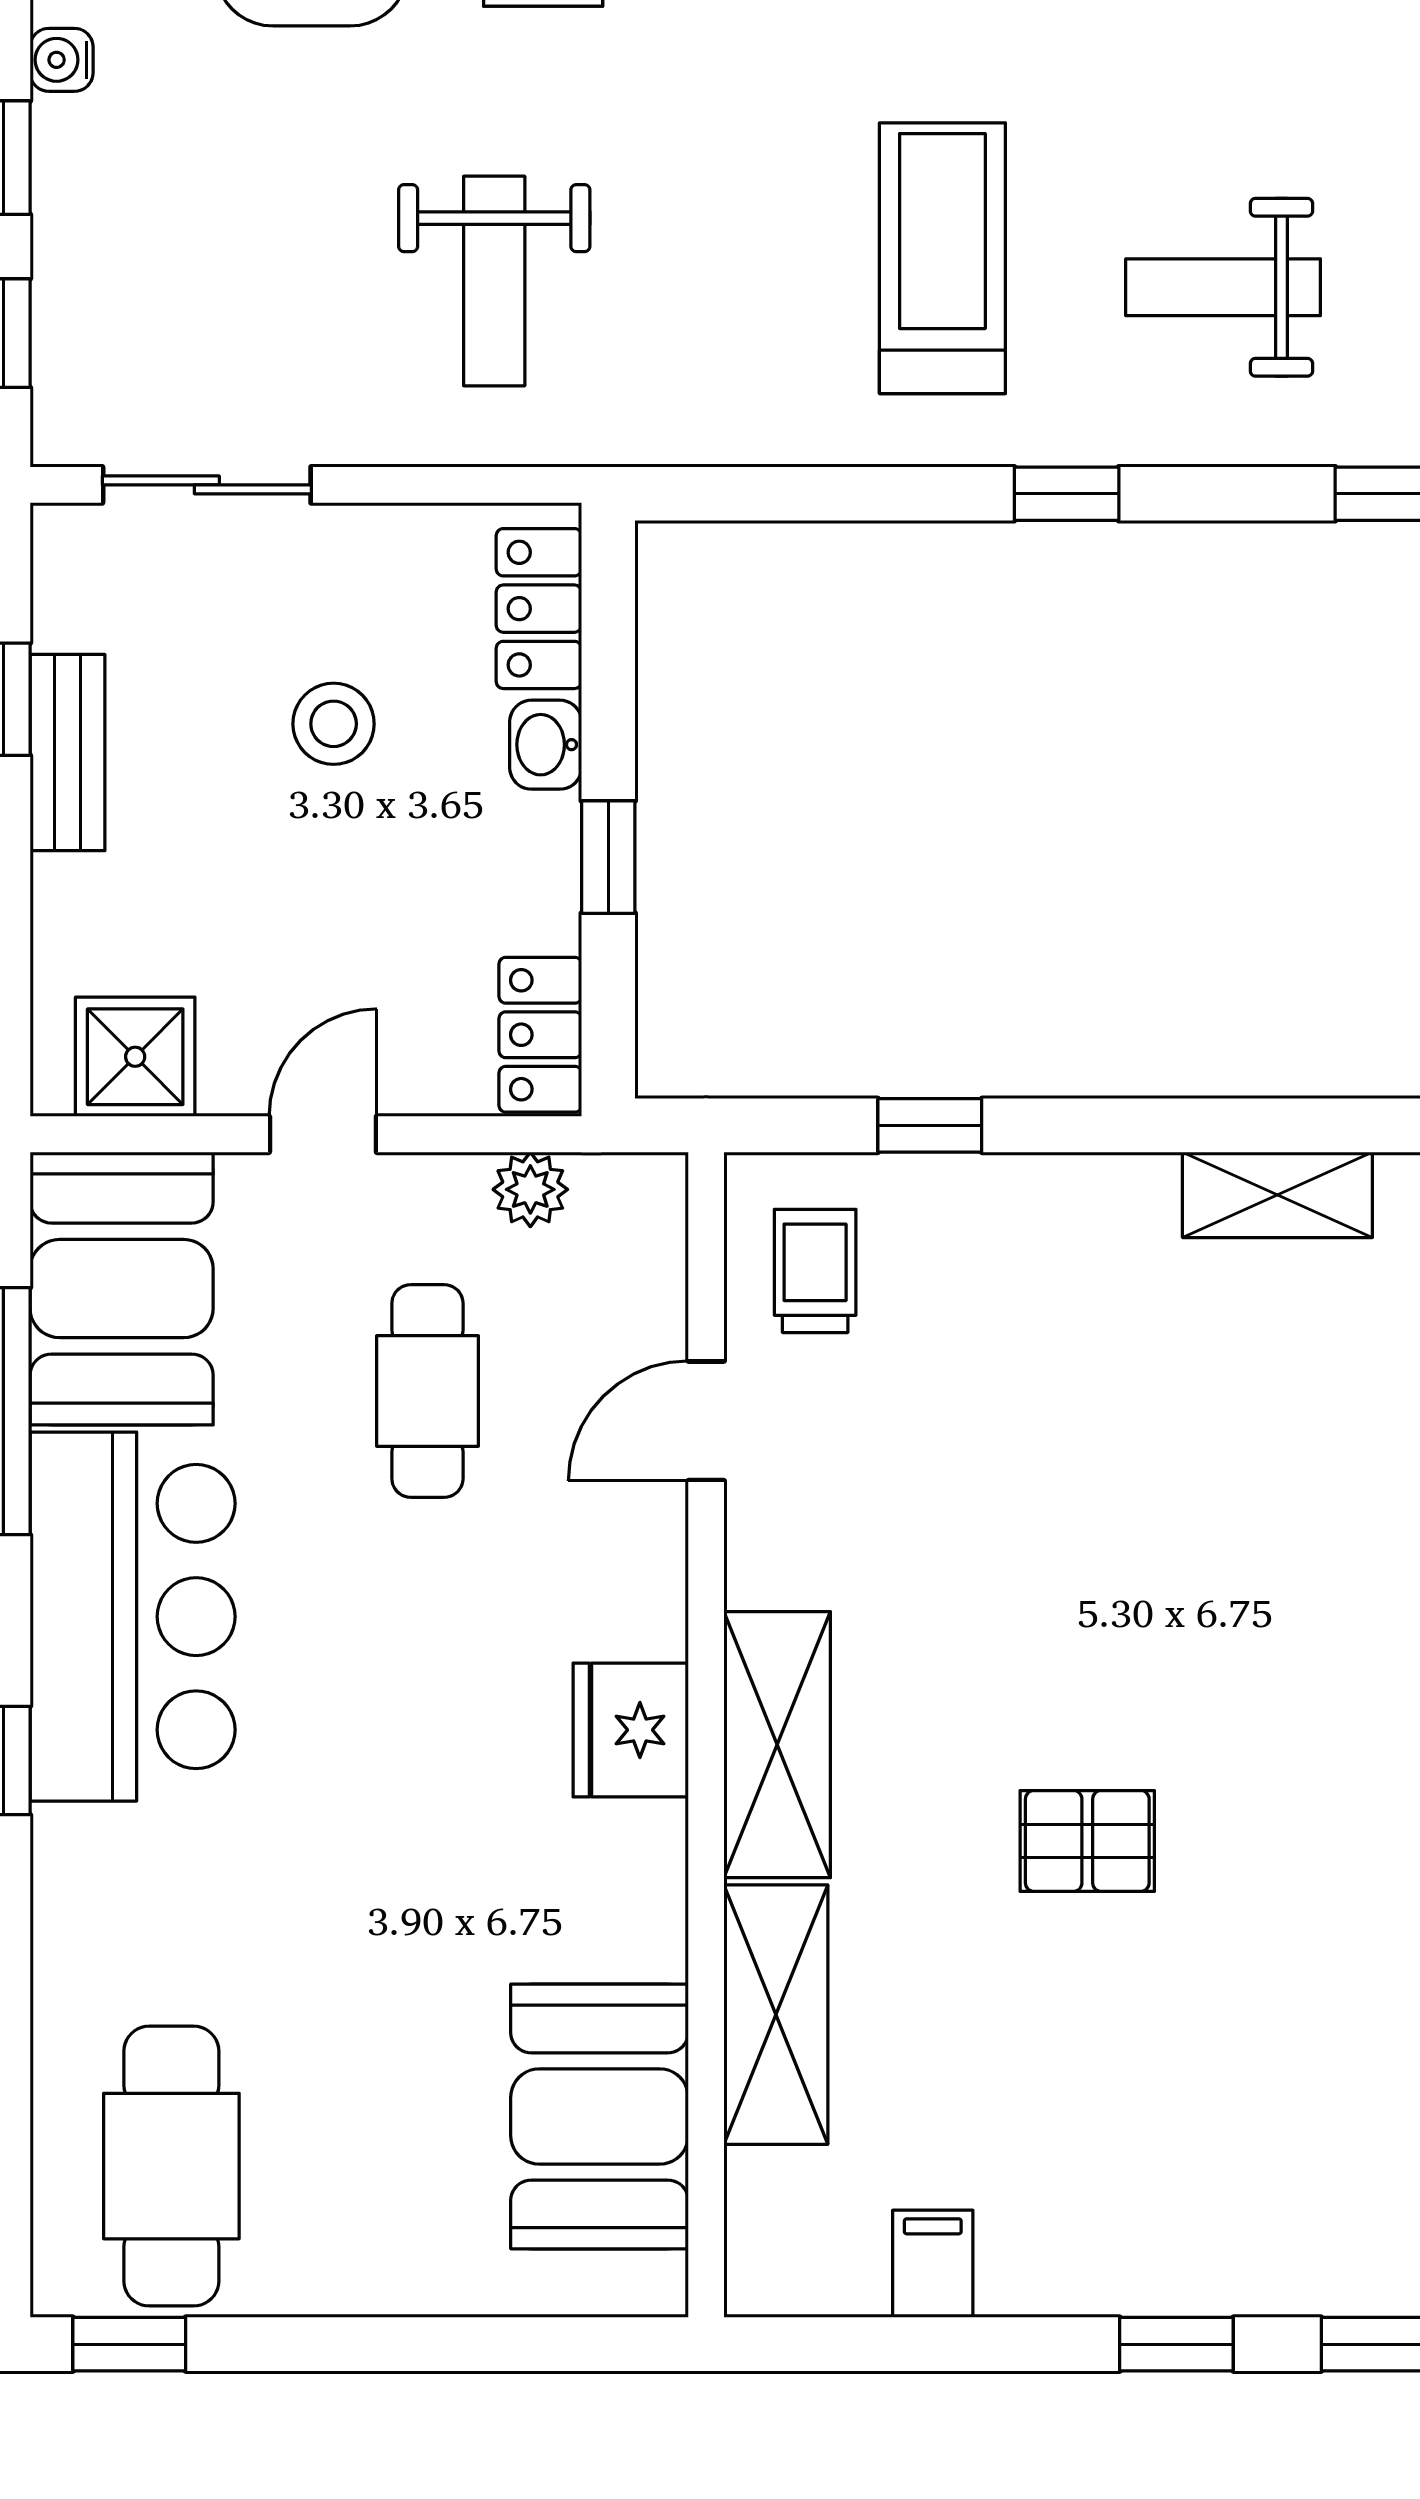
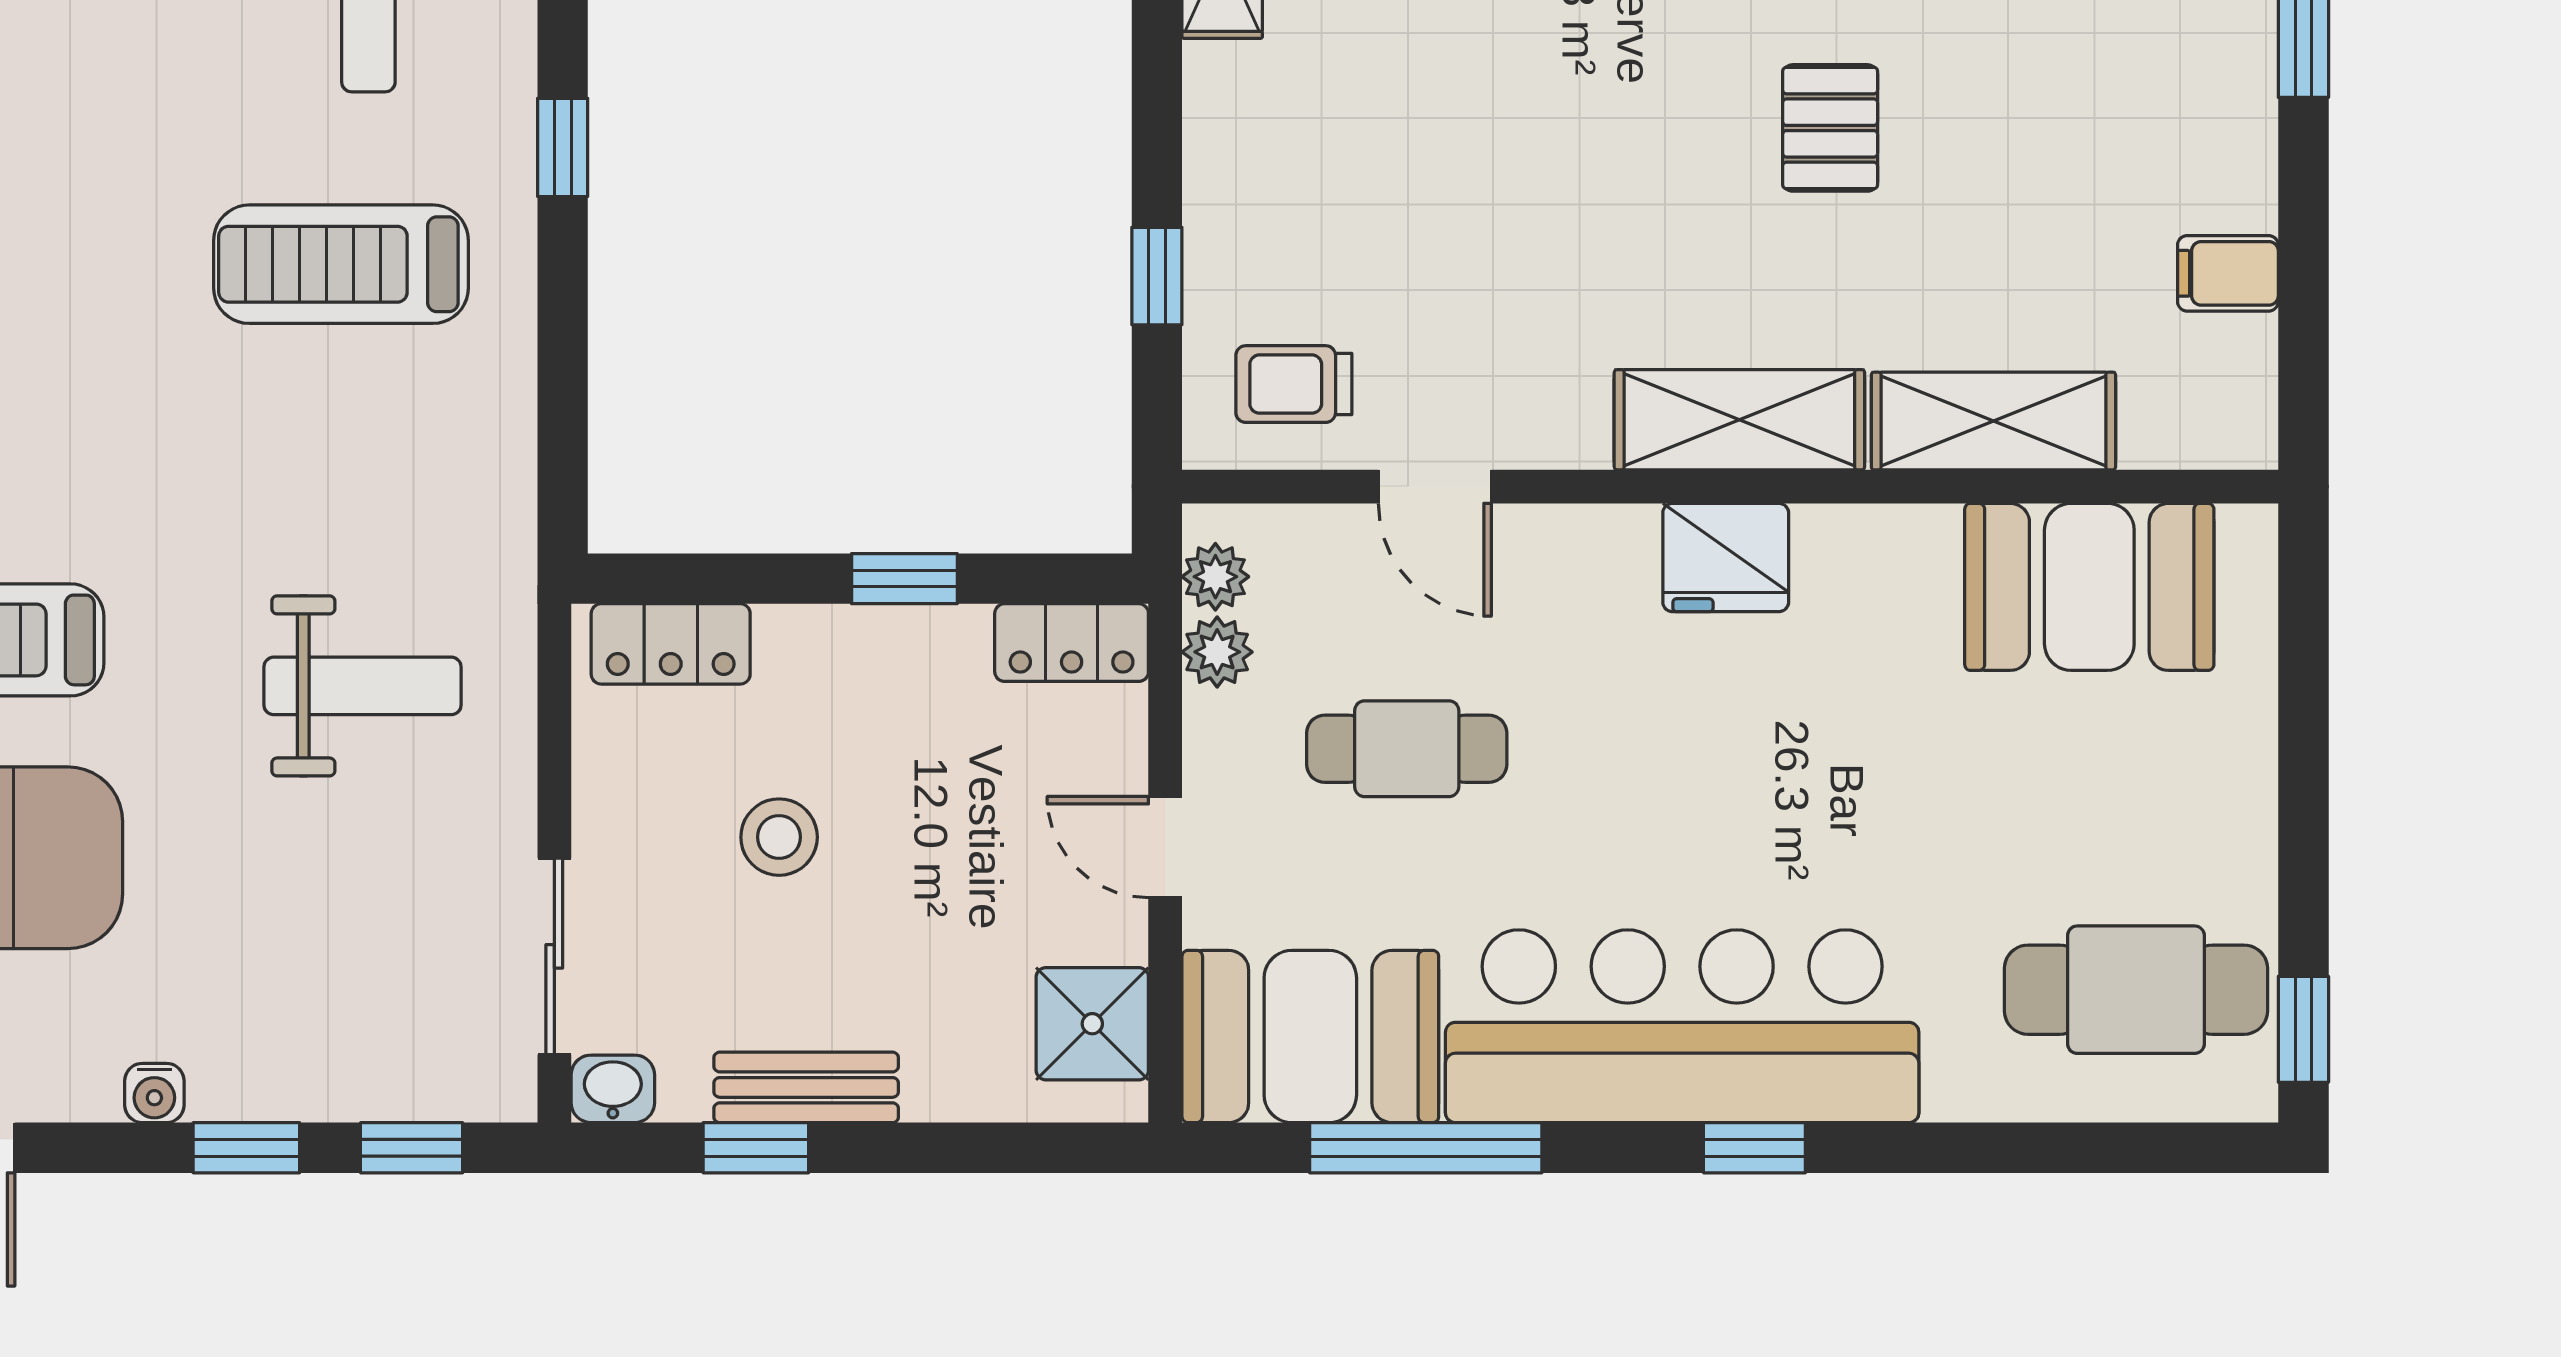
washbasin: (546, 745) -> (613, 1089), moved, turned 180
plant: (610, 1188) -> (1215, 577), added
bar counter: (133, 1617) -> (1682, 1026), width x1.36

